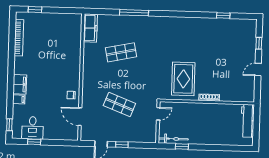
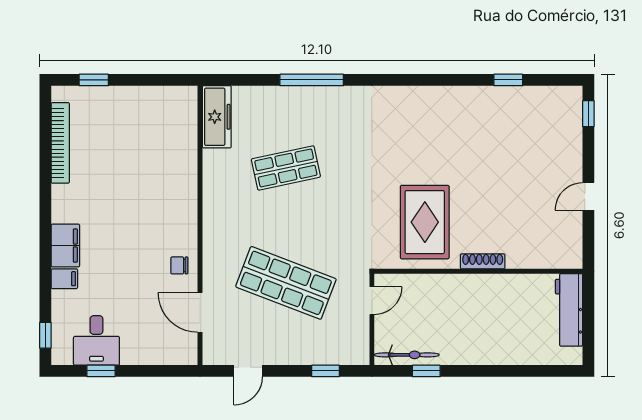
window: (259, 43) -> (588, 114), moved
shop shelf: (119, 104) -> (286, 283), width x1.43, depth x1.36
window: (122, 145) -> (325, 371), moved

